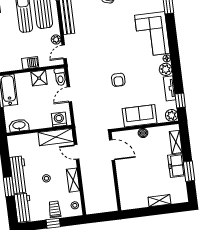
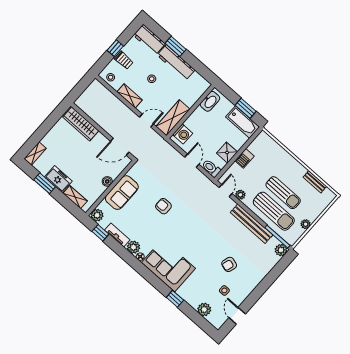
wardrobe: (126, 191) -> (81, 124), added
shelving: (159, 201) -> (35, 154), moved

